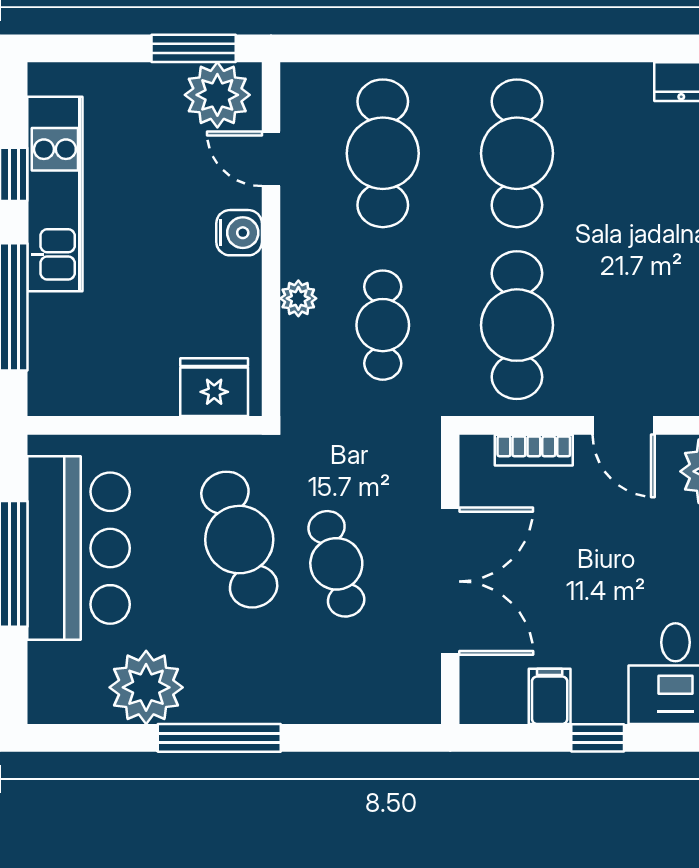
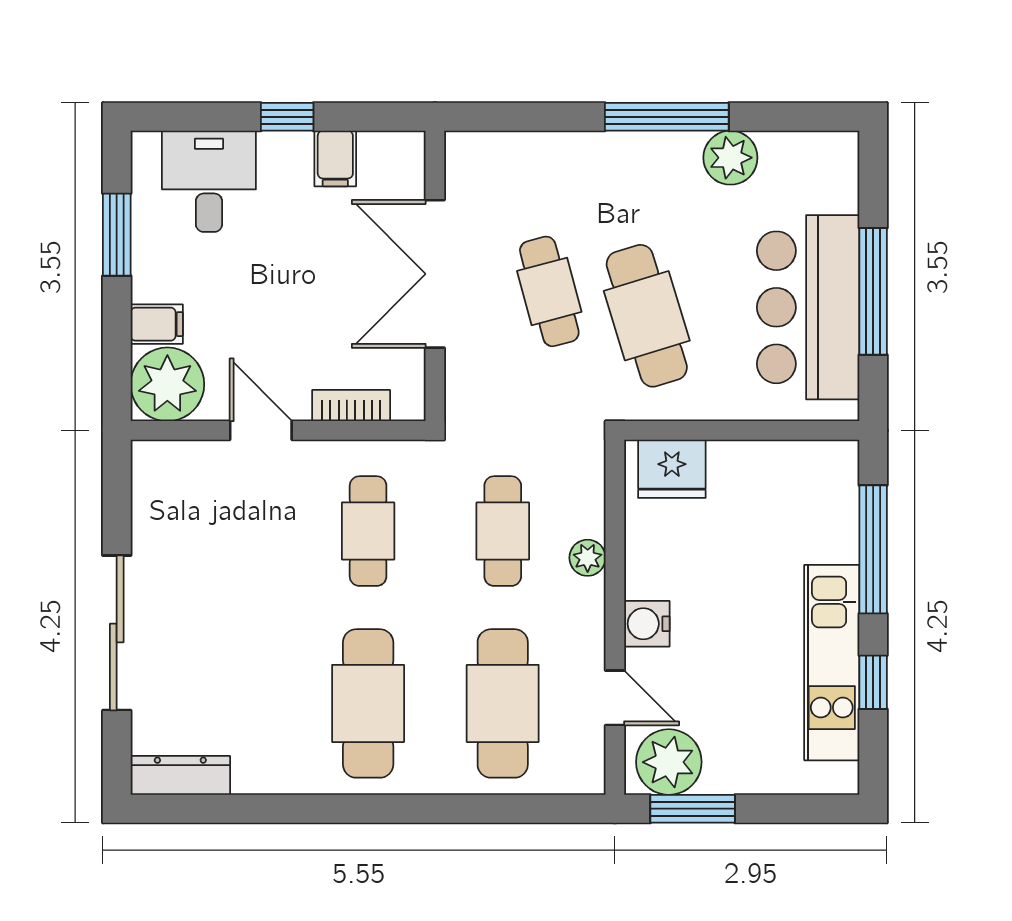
cafe table: (517, 325) -> (368, 531), width x0.73, depth x0.74
plant: (146, 687) -> (730, 158), width x0.73, depth x0.73

